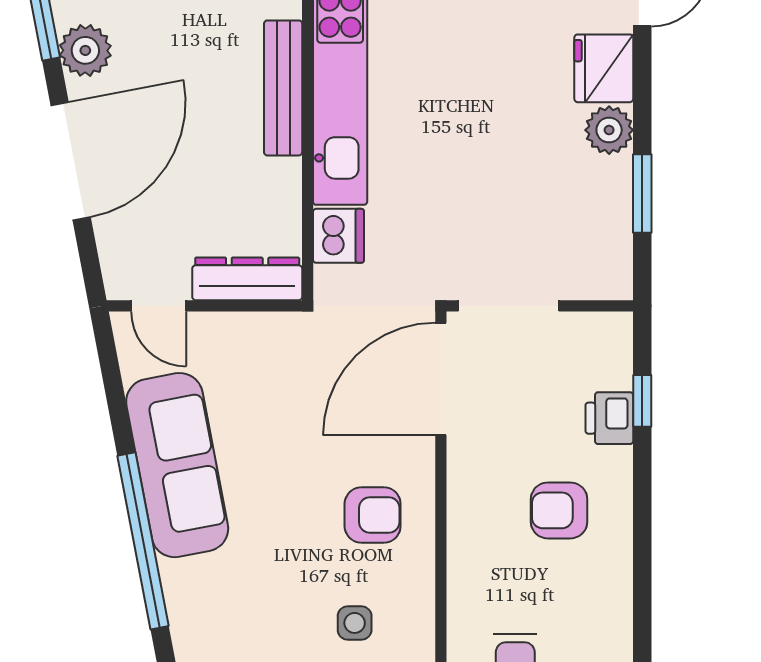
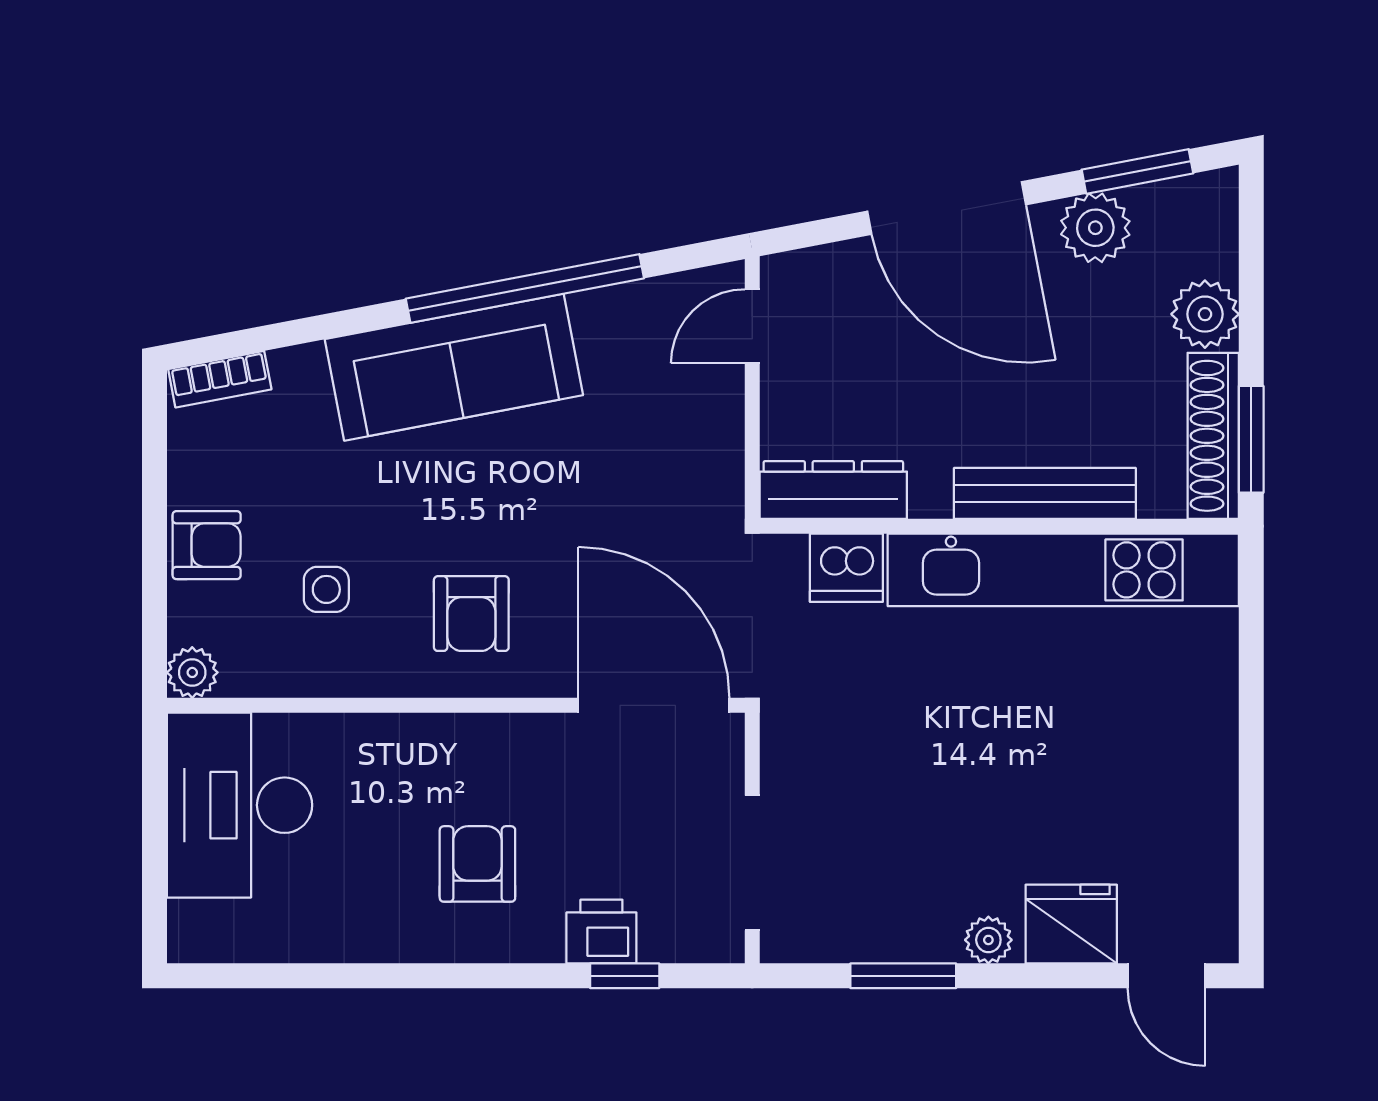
plant: (609, 130) -> (988, 940), width x0.73, depth x0.73
dresser: (247, 279) -> (833, 490), moved, turned -90
doorway: (509, 306) -> (752, 863), moved
sofa: (177, 465) -> (454, 367), moved
window: (143, 541) -> (525, 288), moved

